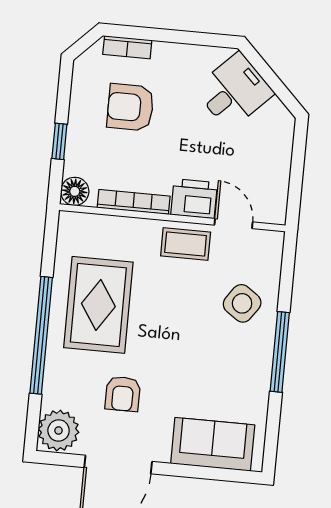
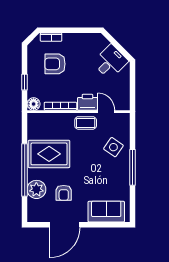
desk: (234, 91) -> (110, 62), moved
rug: (98, 305) -> (49, 154), turned 90
plant: (59, 431) -> (36, 189), moved

